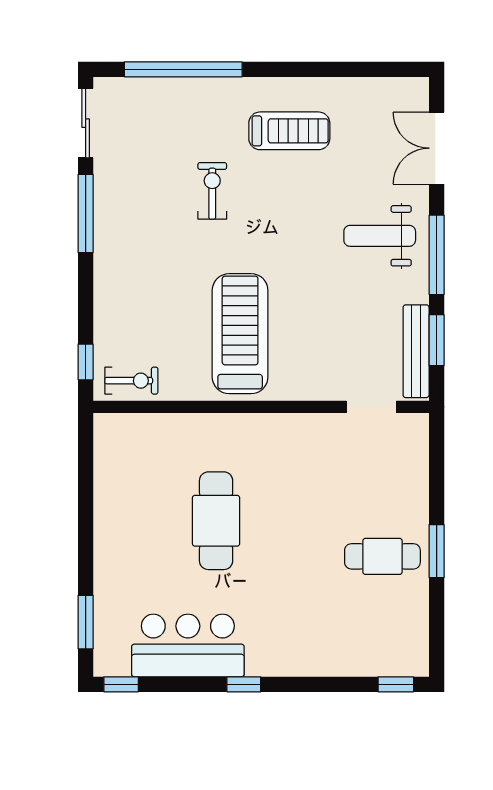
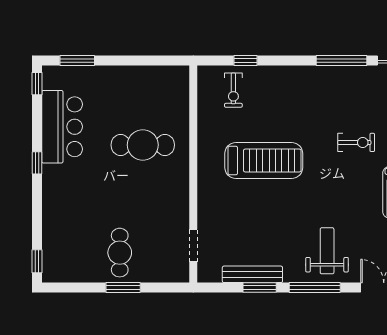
wall: (261, 407) -> (193, 174), moved
doorway: (371, 407) -> (193, 245), moved

